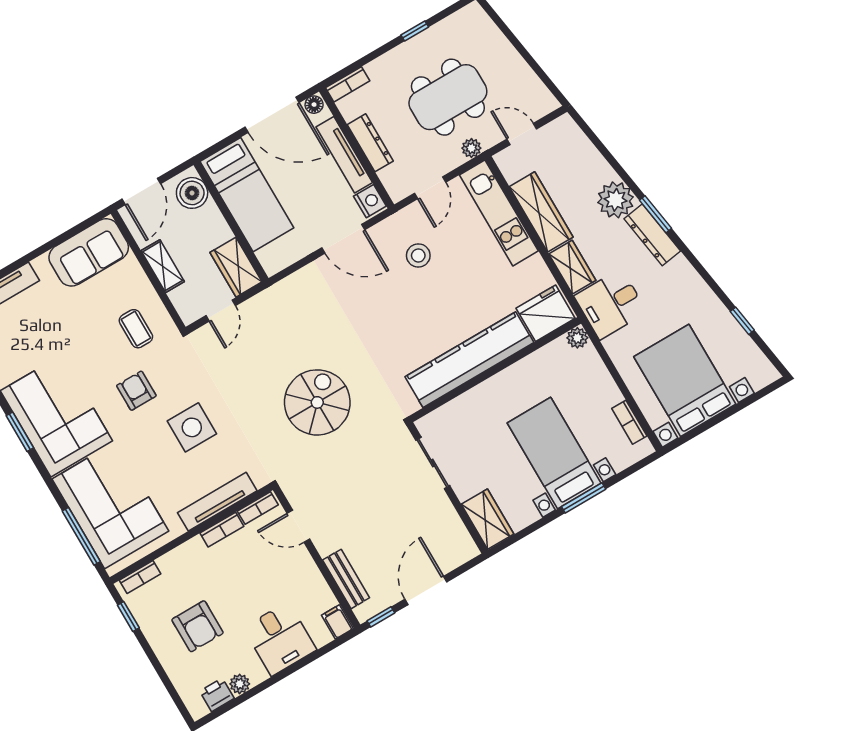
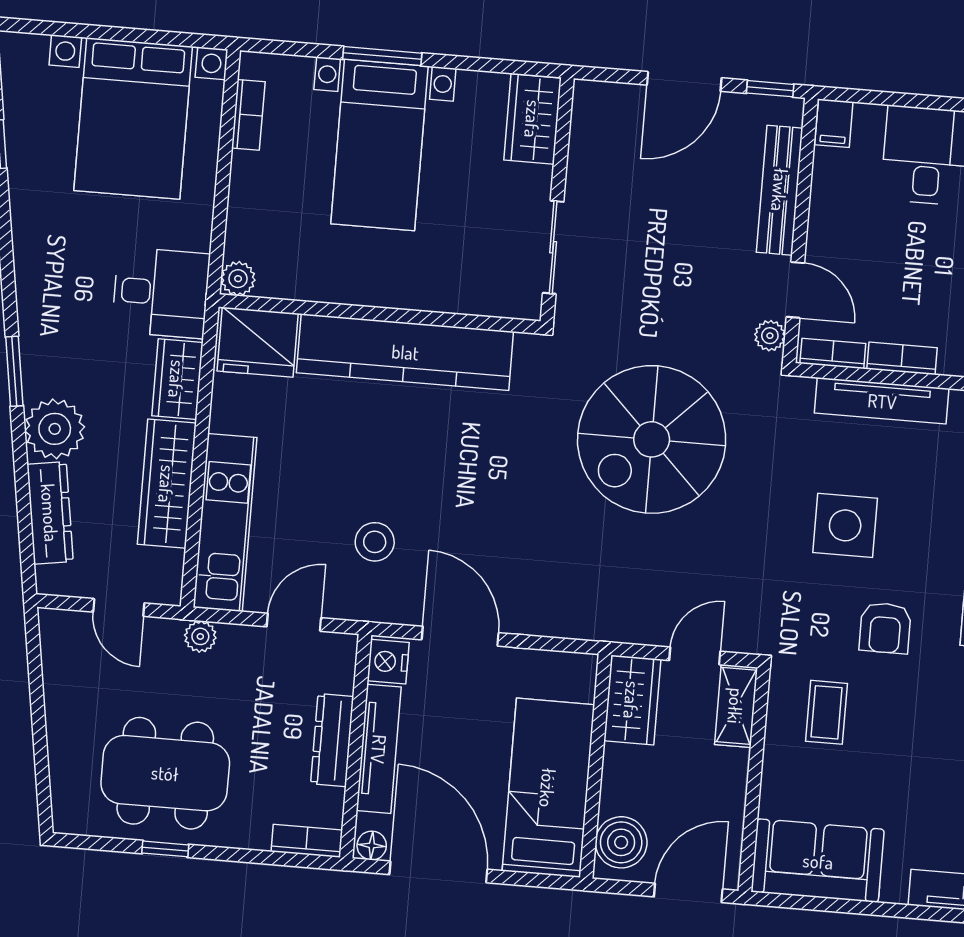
dining table: (448, 97) -> (165, 773), moved
dresser: (652, 235) -> (50, 513), moved
shelving: (163, 266) -> (736, 706), moved
spiral stairs: (317, 402) -> (652, 439), width x1.37, depth x1.37
plant: (295, 495) -> (770, 336), added
bench: (346, 579) -> (780, 190), width x1.36

